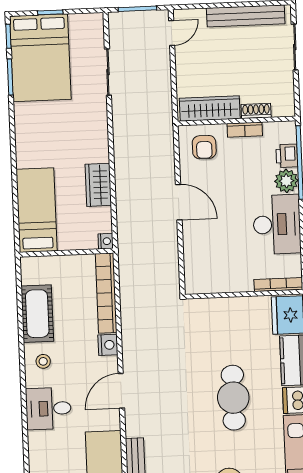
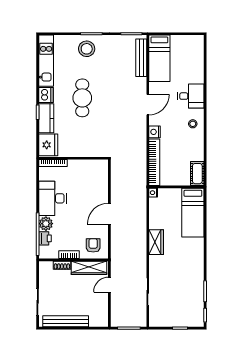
door: (172, 33) -> (109, 285), moved
bed: (40, 58) -> (187, 302), removed
wardrobe: (98, 185) -> (156, 242), moved
door: (179, 202) -> (109, 214), hinge flipped
cot: (37, 314) -> (197, 174), moved, width x0.73, depth x0.75

